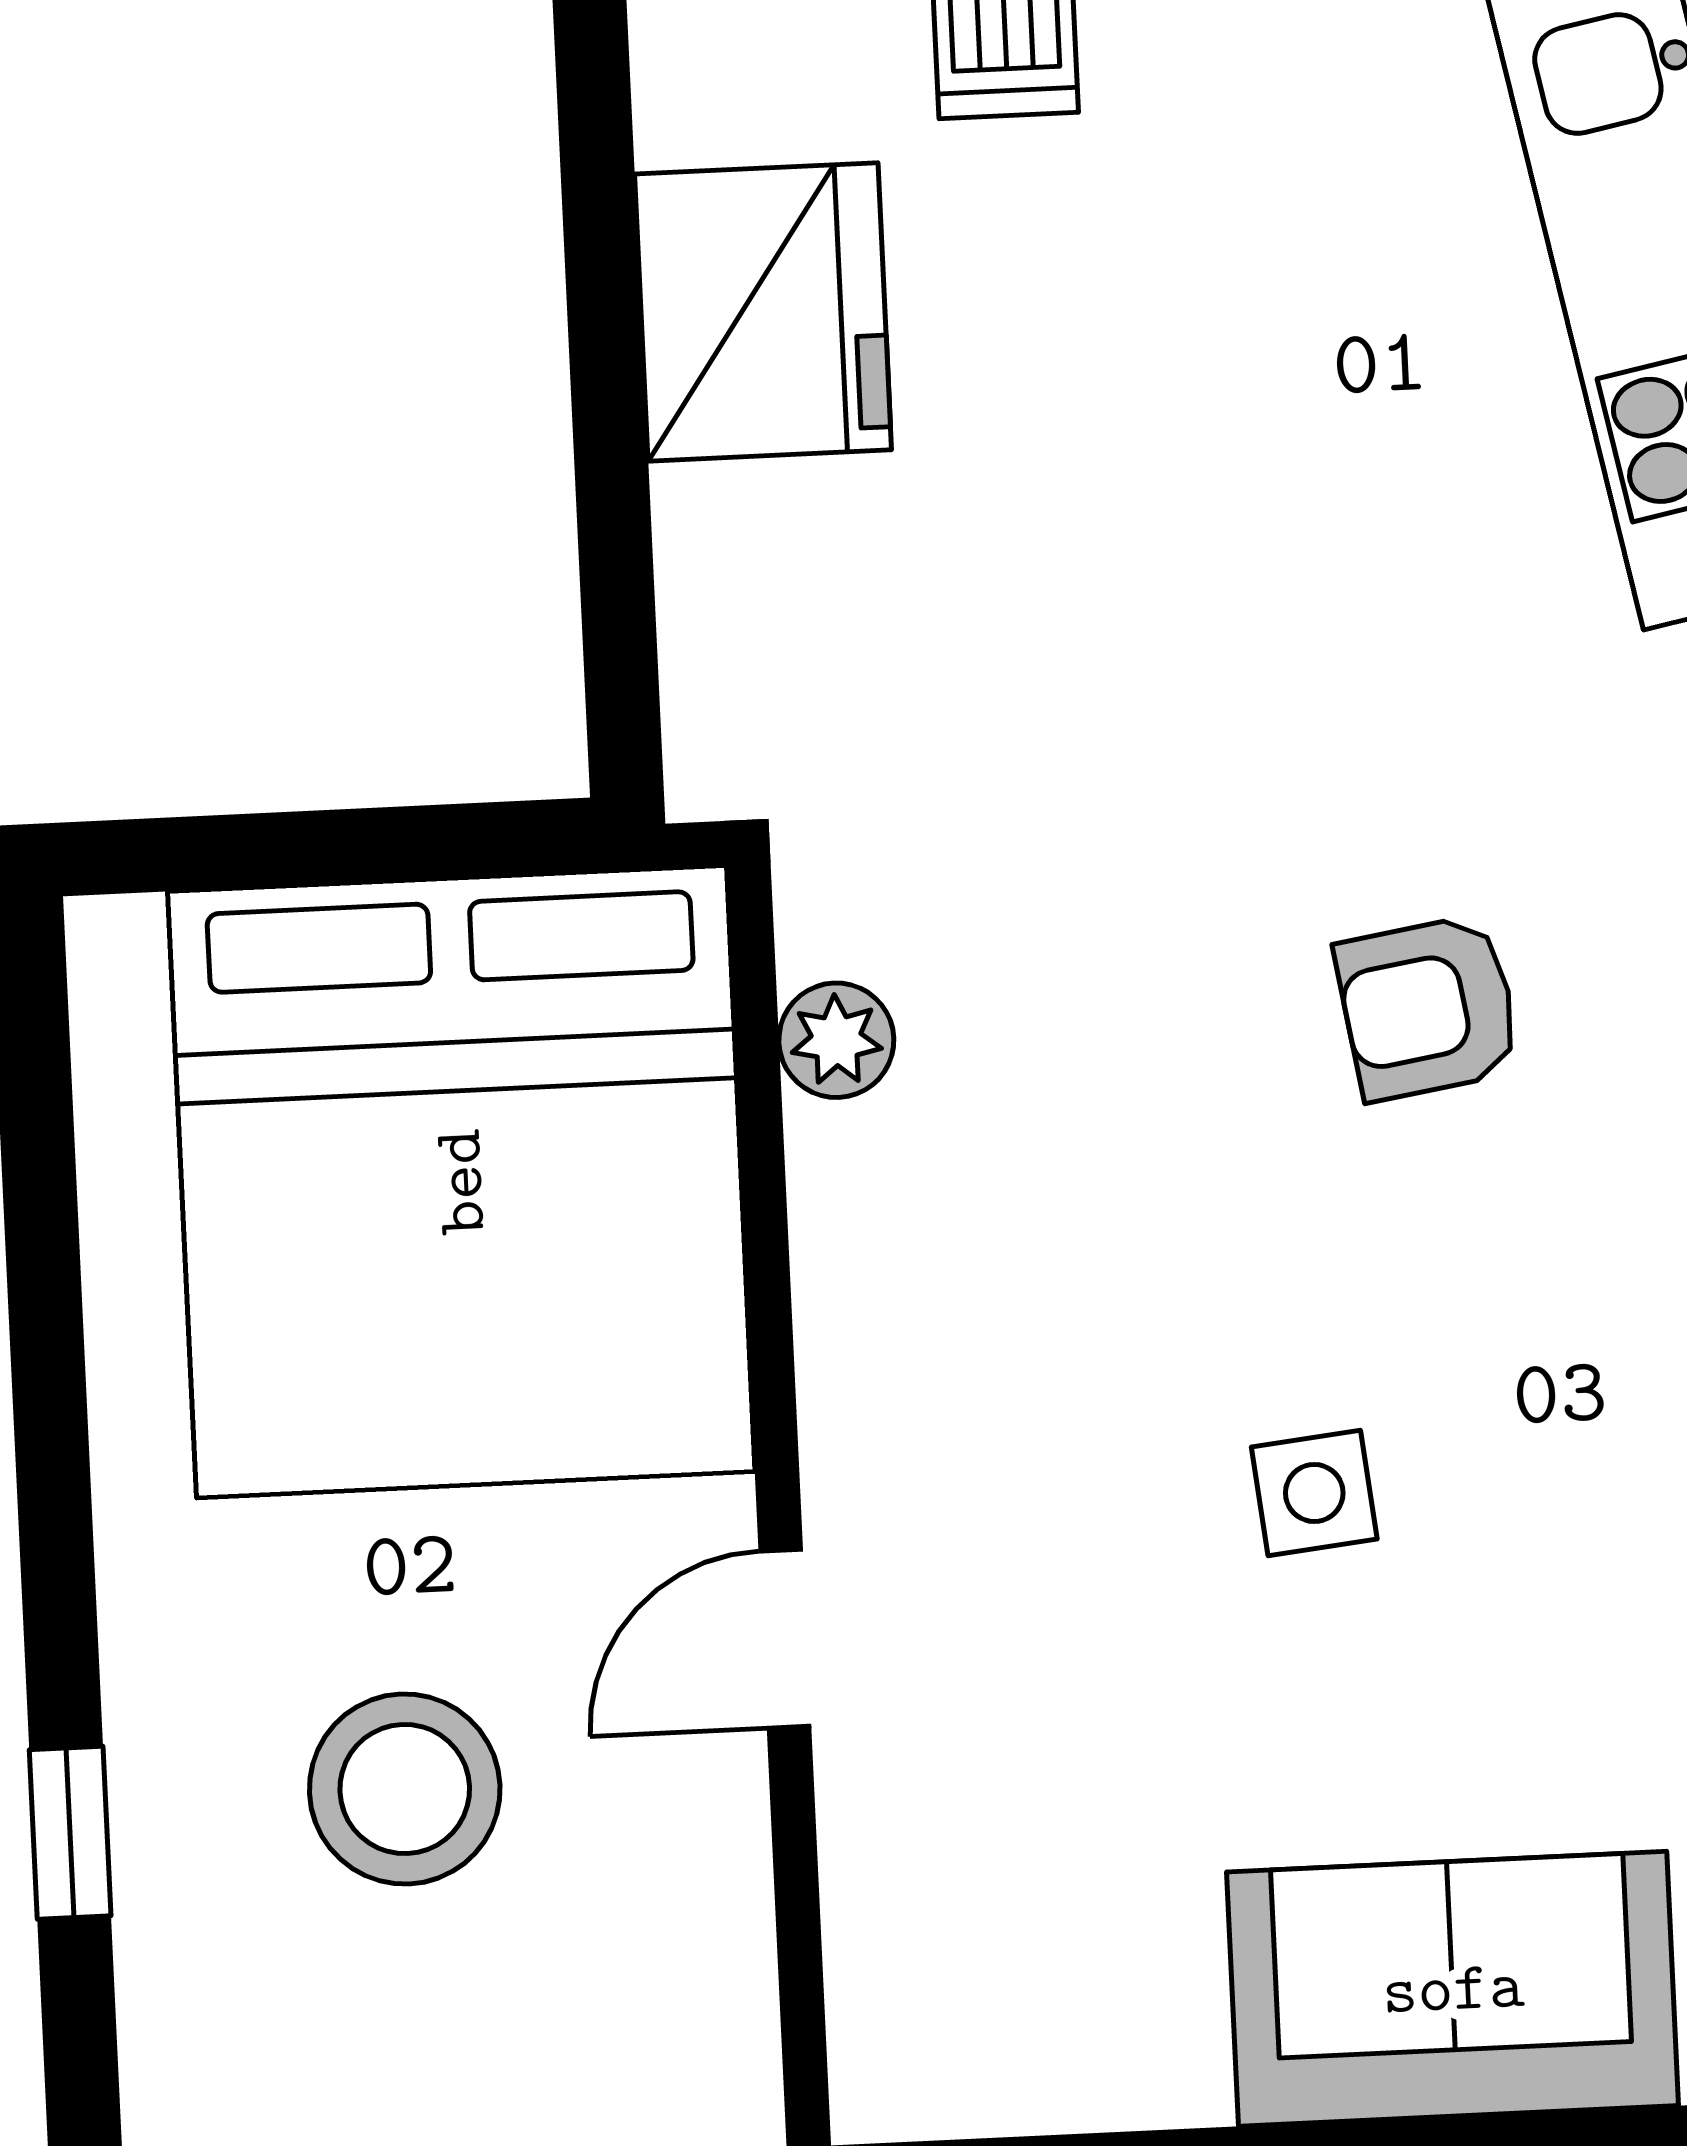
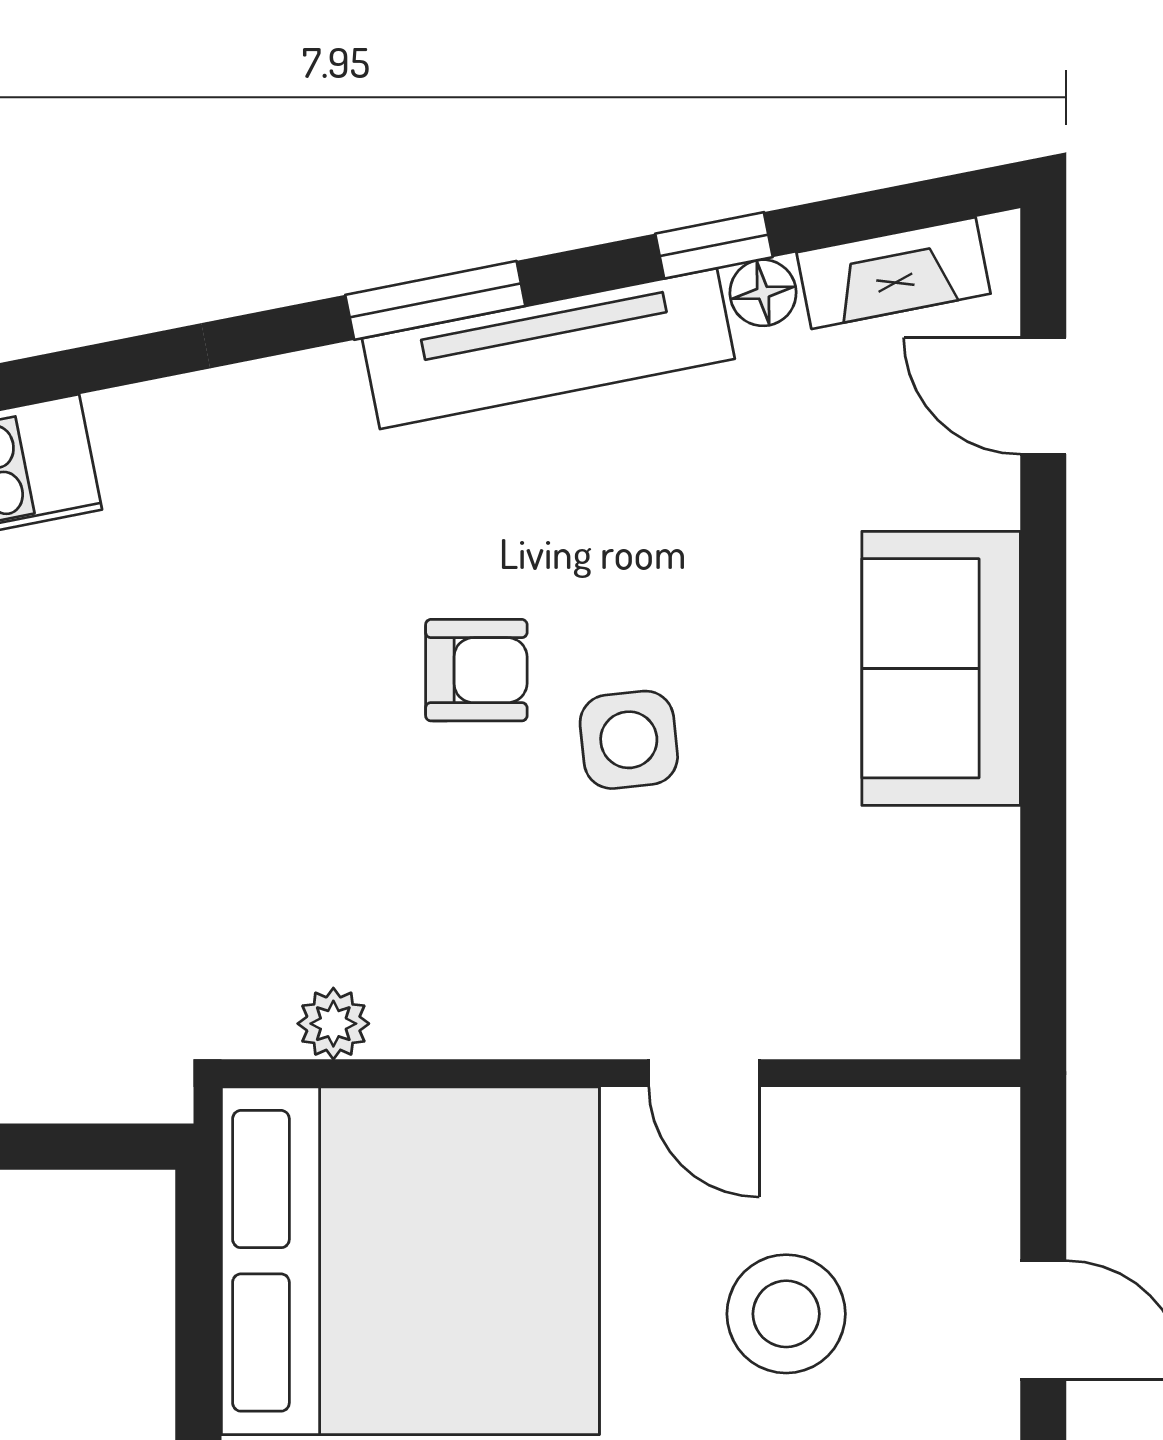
armchair: (1428, 1008) -> (476, 670), moved, turned -81
side table: (1314, 1493) -> (629, 740), width x1.37, depth x1.37

